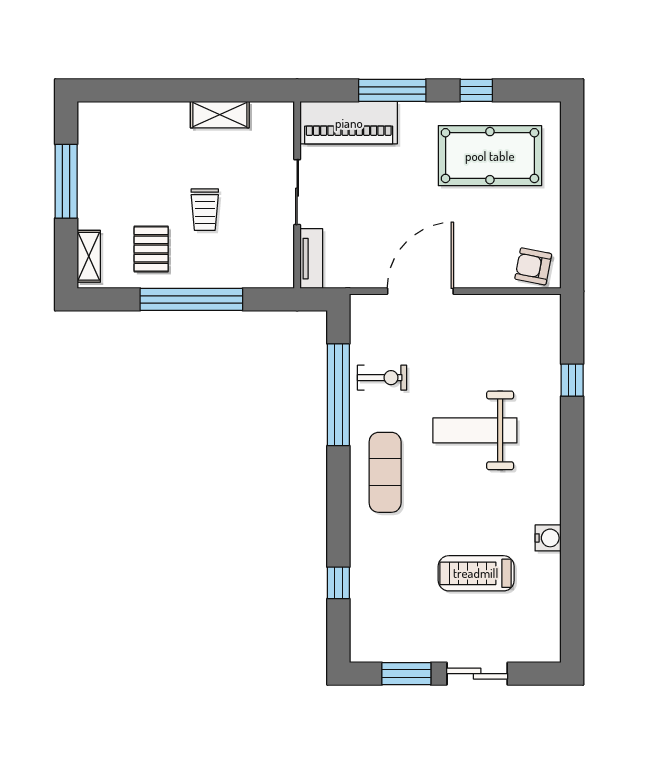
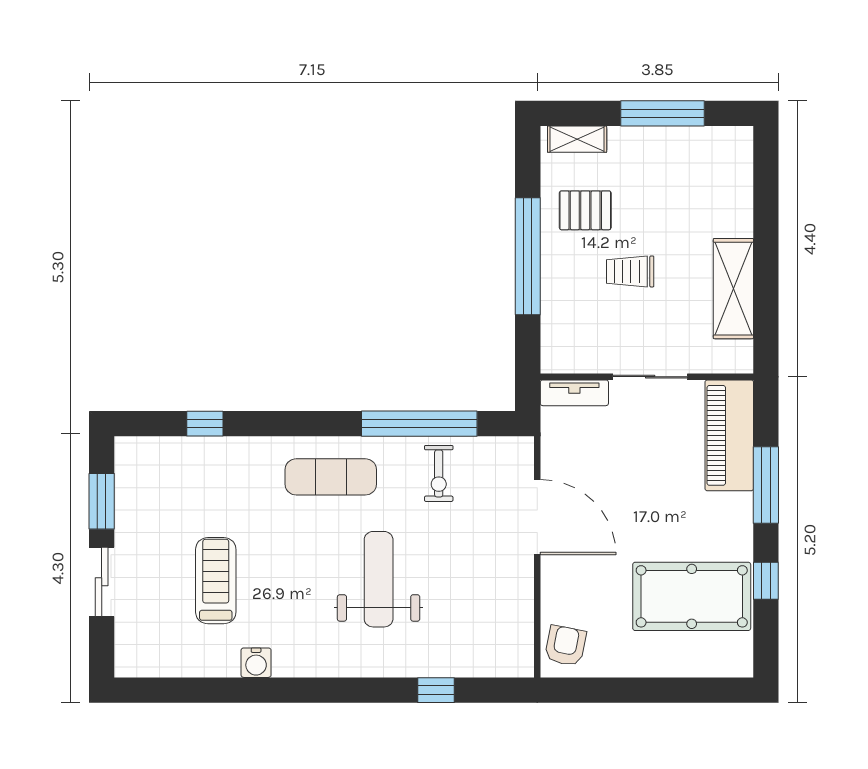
shelving: (220, 115) -> (733, 289), width x1.50, depth x1.33
pool table: (490, 156) -> (692, 596), turned 90

